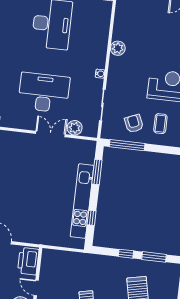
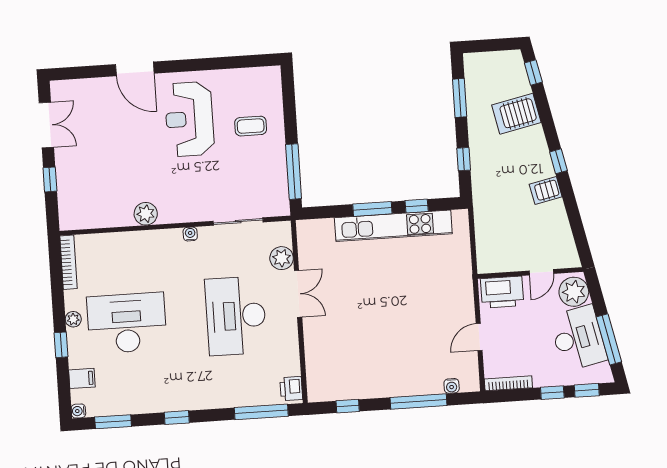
armchair: (134, 124) -> (258, 167), removed
double door: (50, 134) -> (298, 294), swing flipped
window: (97, 172) -> (372, 209), moved
window: (126, 254) -> (464, 159), moved

